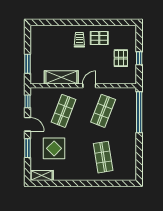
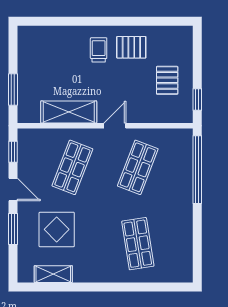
window: (139, 58) -> (197, 100), moved
shelving: (42, 175) -> (53, 274), moved

